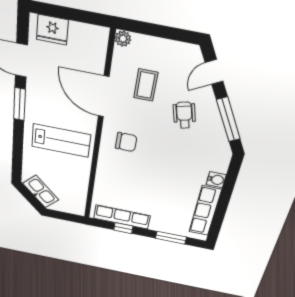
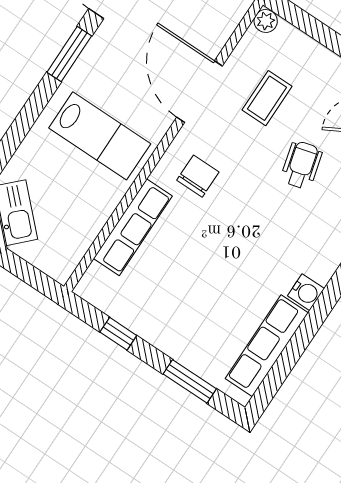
chair: (126, 142) -> (198, 176), turned -90
row of seats: (122, 217) -> (133, 227), moved, turned 90

